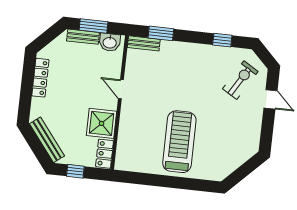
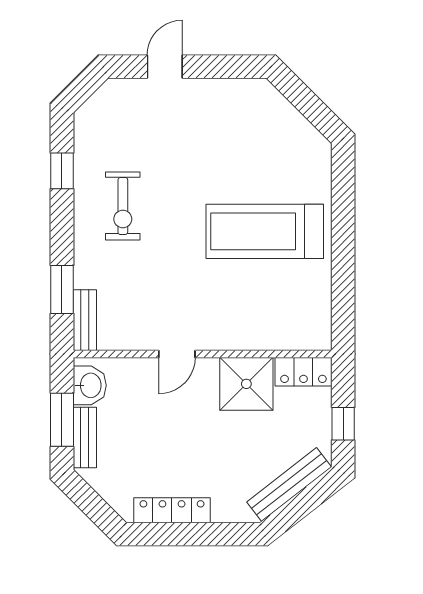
exercise bike: (240, 80) -> (123, 206), moved, turned -121

